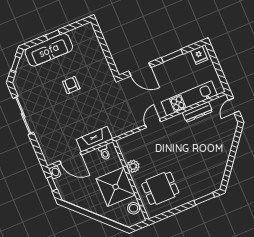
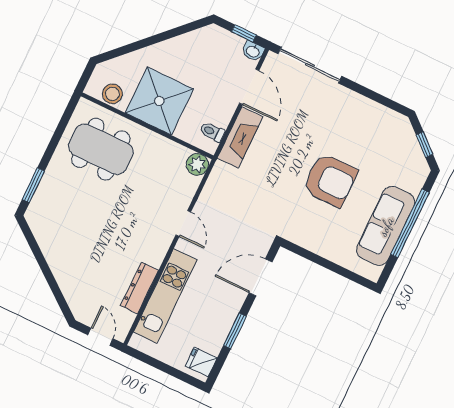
window: (53, 35) -> (410, 223), width x3.17
sofa: (49, 50) -> (386, 226), moved
armchair: (71, 85) -> (330, 180), width x1.88, depth x1.88
sliding door: (23, 115) -> (310, 65), moved
door: (70, 158) -> (249, 87), swing flipped
plant: (133, 166) -> (197, 164), moved
dining table: (160, 188) -> (101, 149), width x1.38

